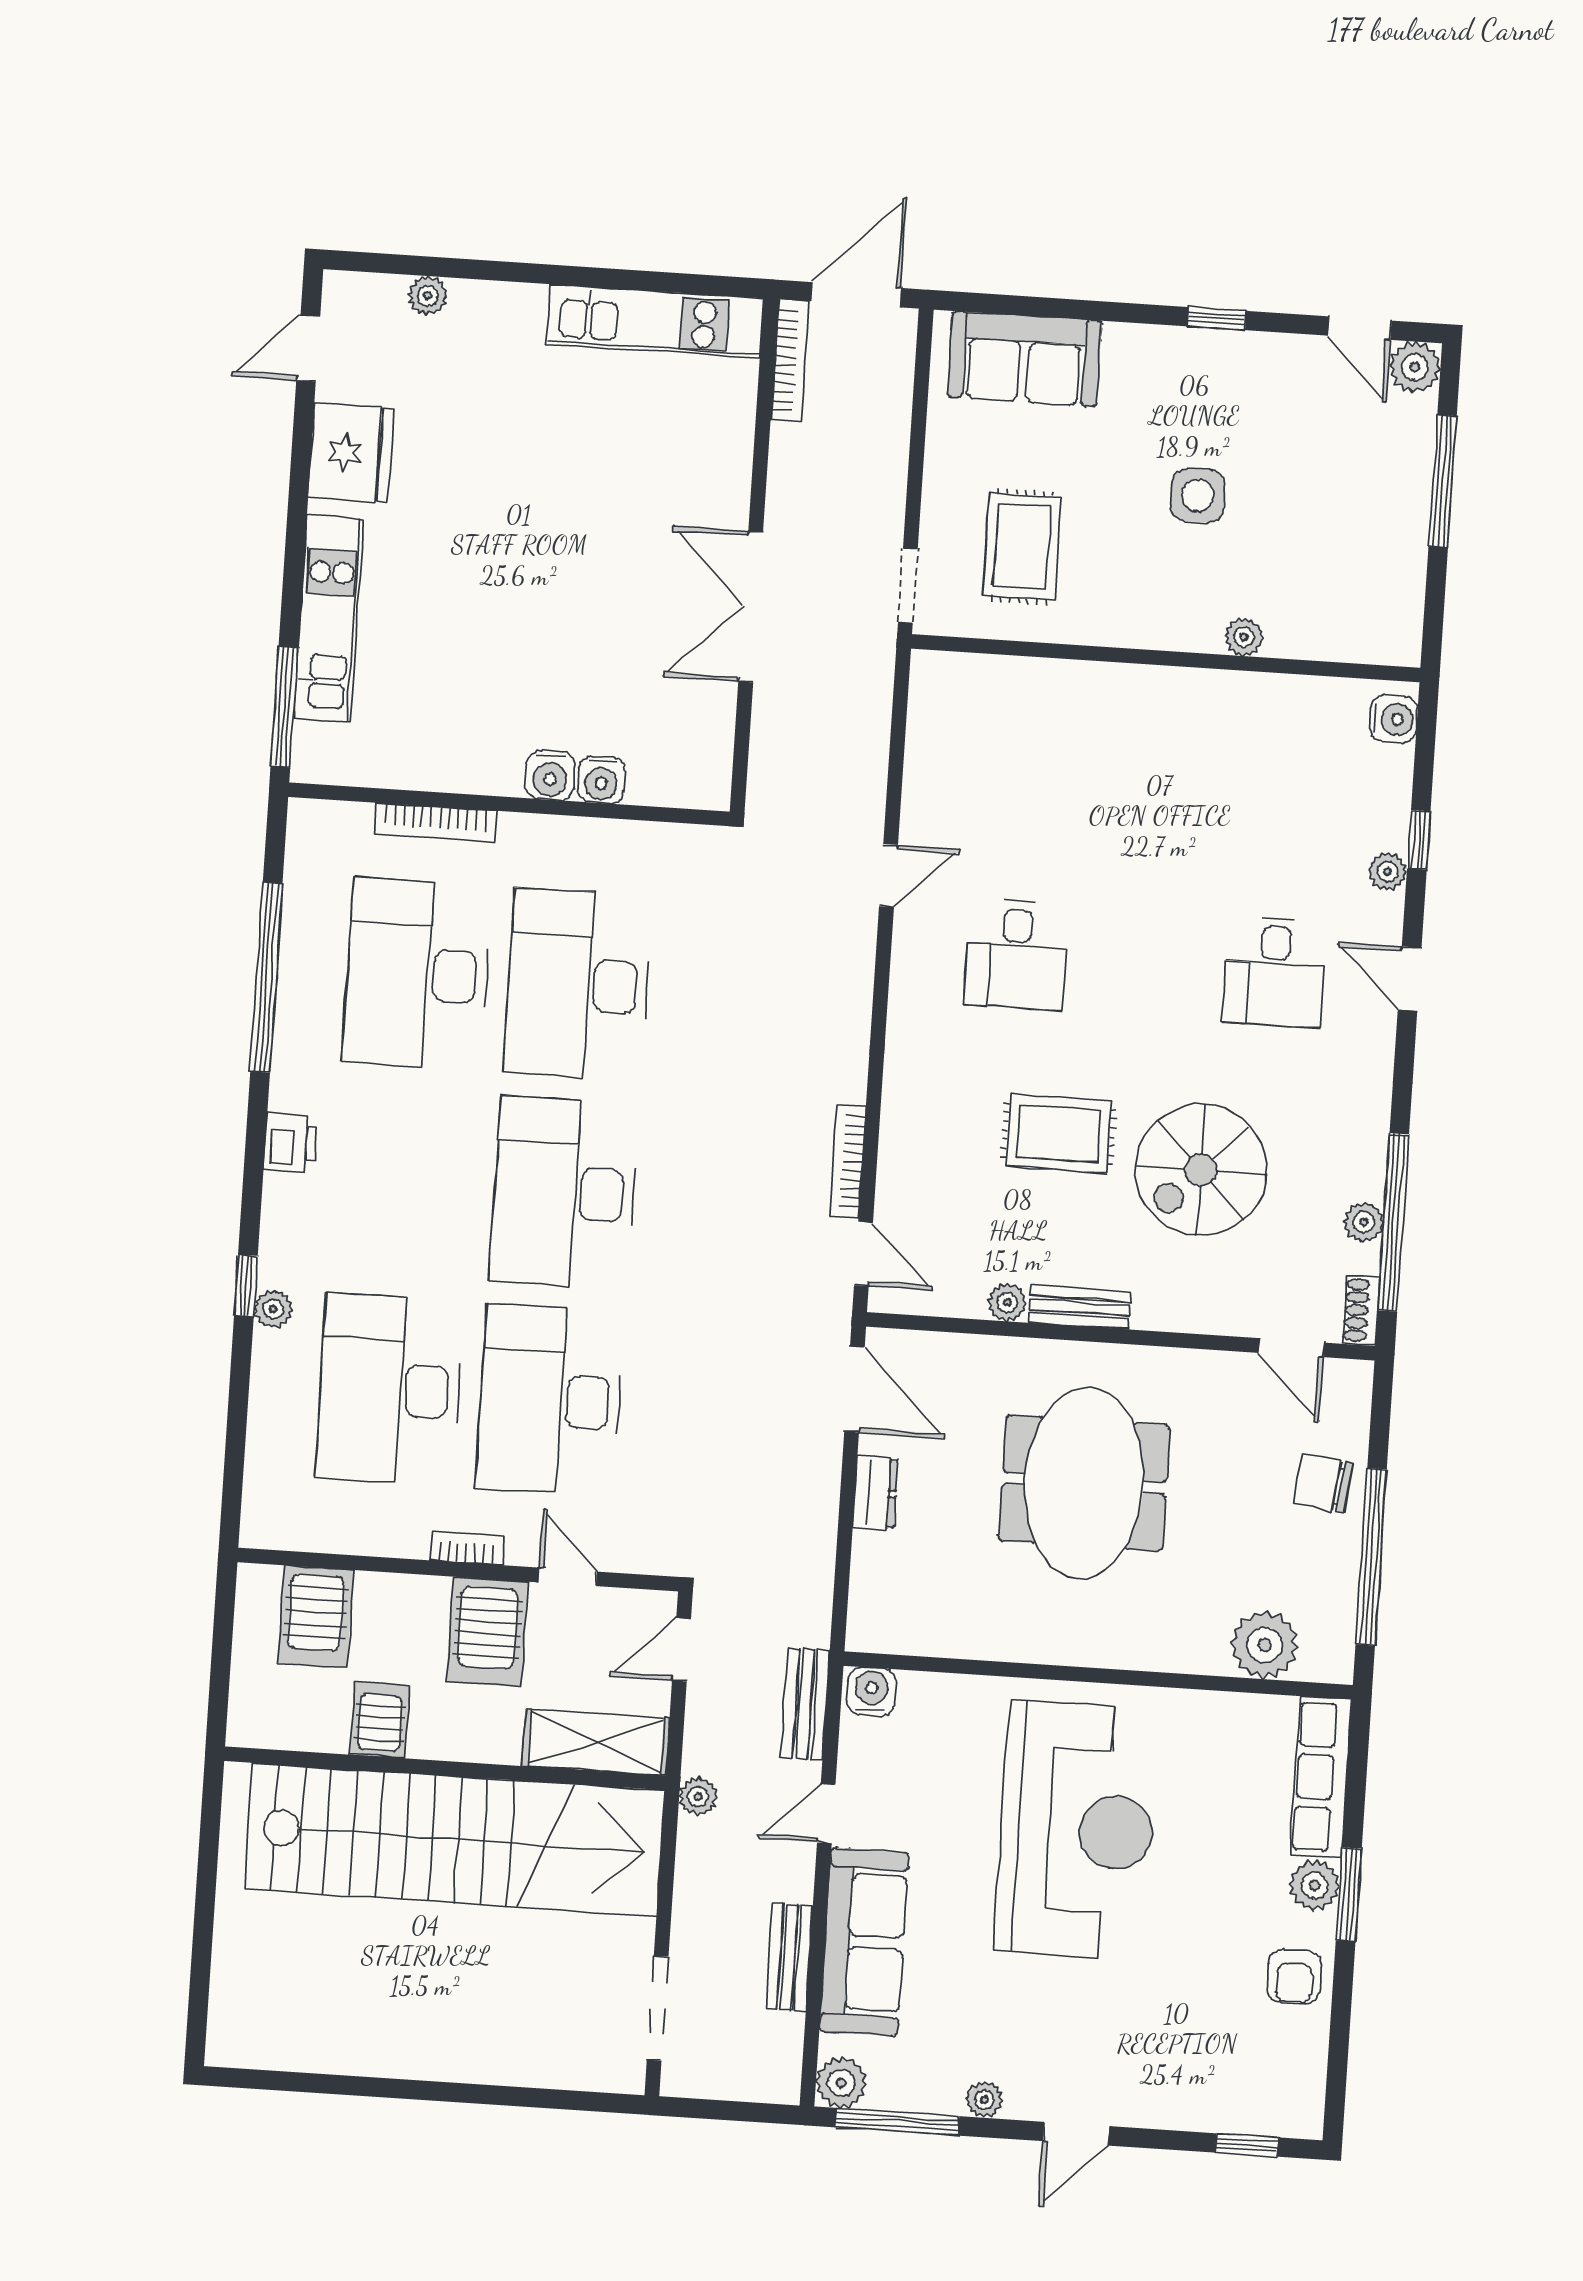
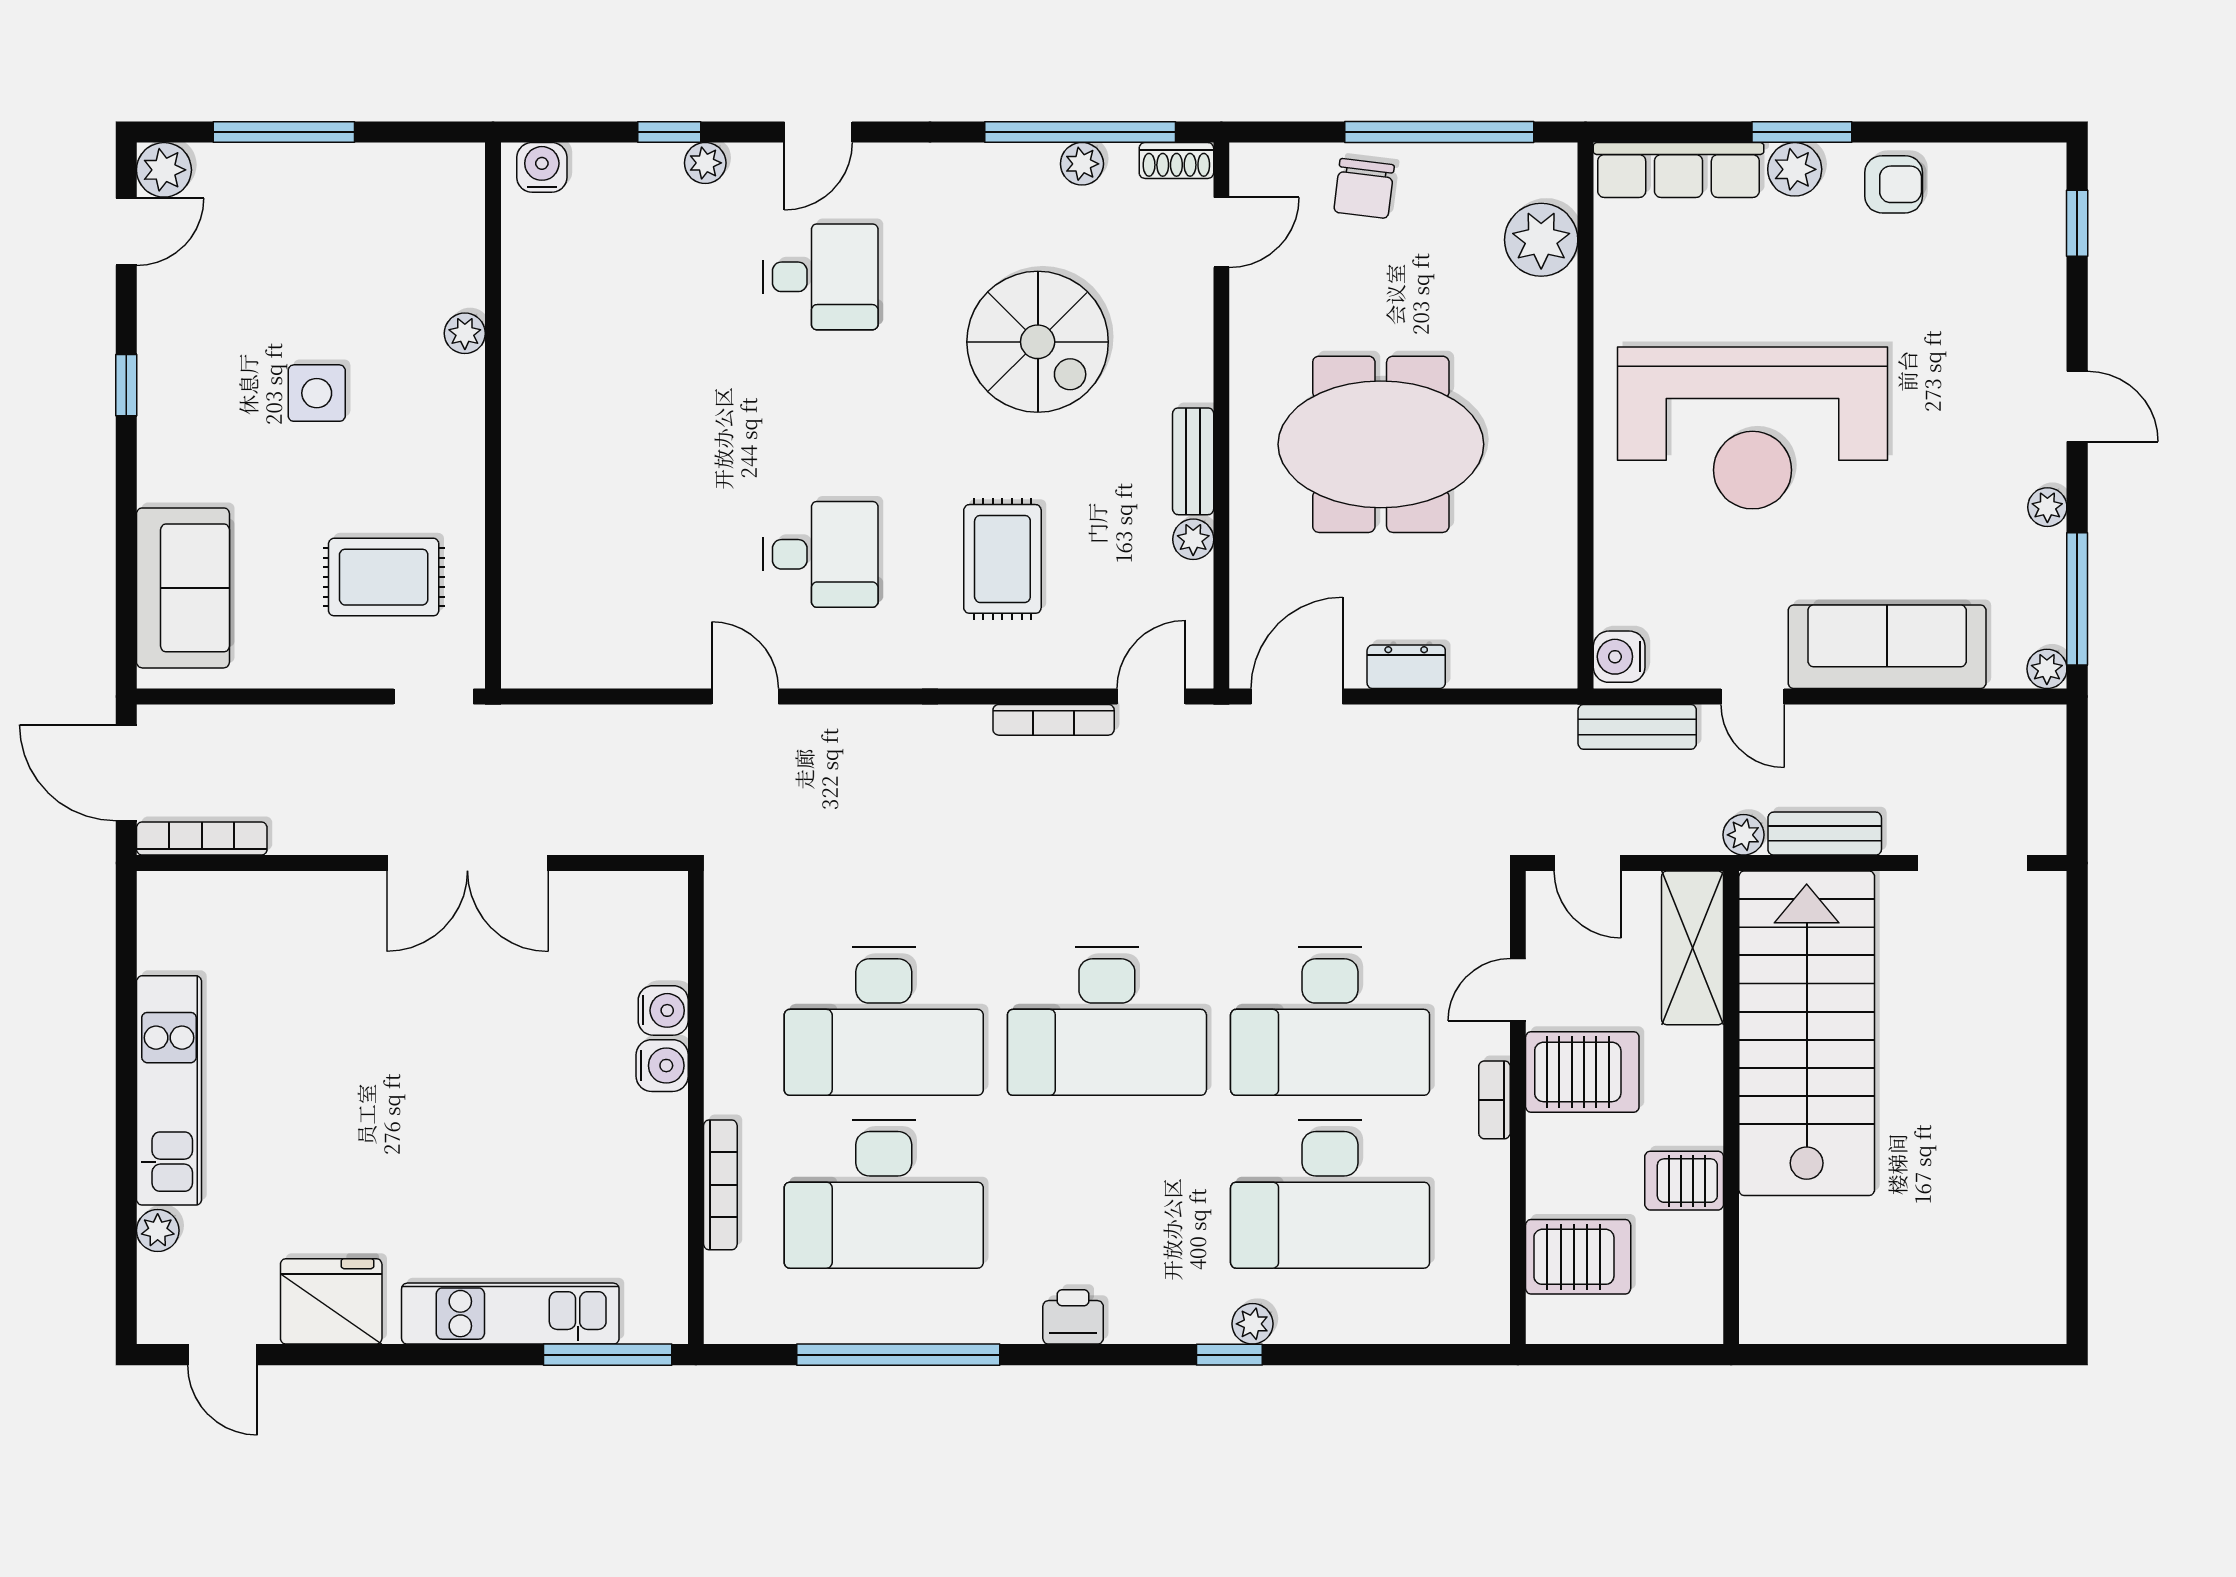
kitchen unit: (655, 321) -> (169, 1090), moved
rug: (1058, 1134) -> (1002, 559), moved
reception desk: (1076, 1830) -> (1752, 428), turned 180
stairs: (454, 1839) -> (1807, 1033), width x0.73
bench: (789, 1957) -> (1825, 834), moved
plant: (841, 2083) -> (2047, 669), width x0.73, depth x0.73

